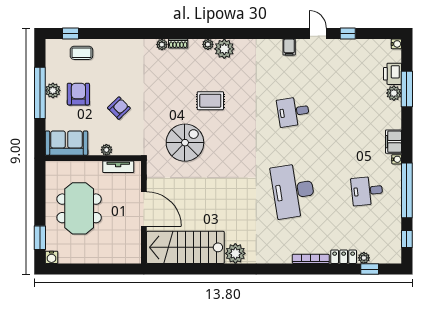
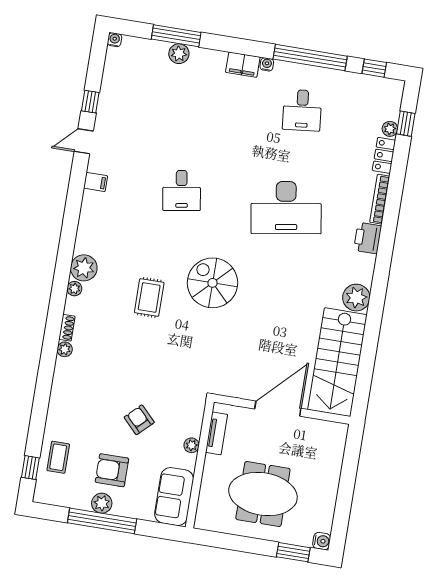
printer: (392, 74) -> (368, 238), moved, turned 90
spiral stairs: (185, 143) -> (213, 283), moved

